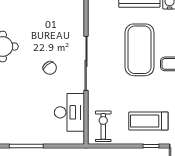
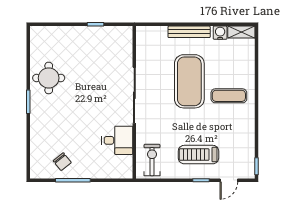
chair: (50, 68) -> (62, 162), moved
desk: (69, 112) -> (117, 140), width x0.73

